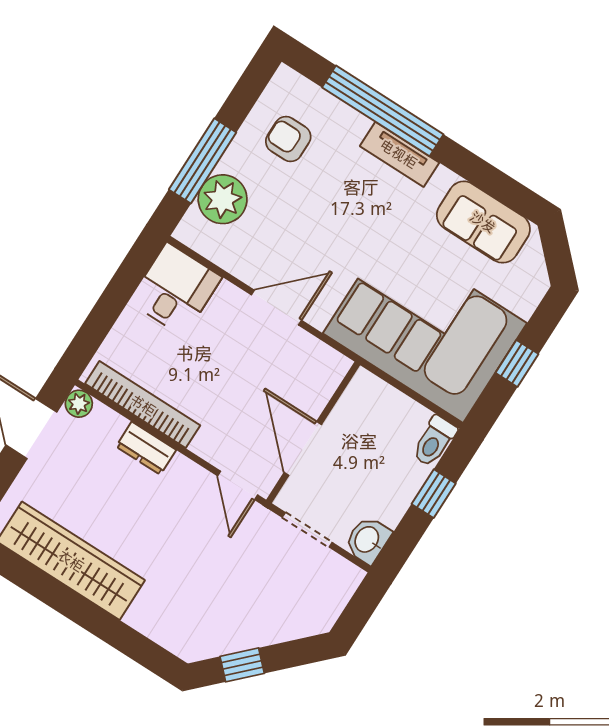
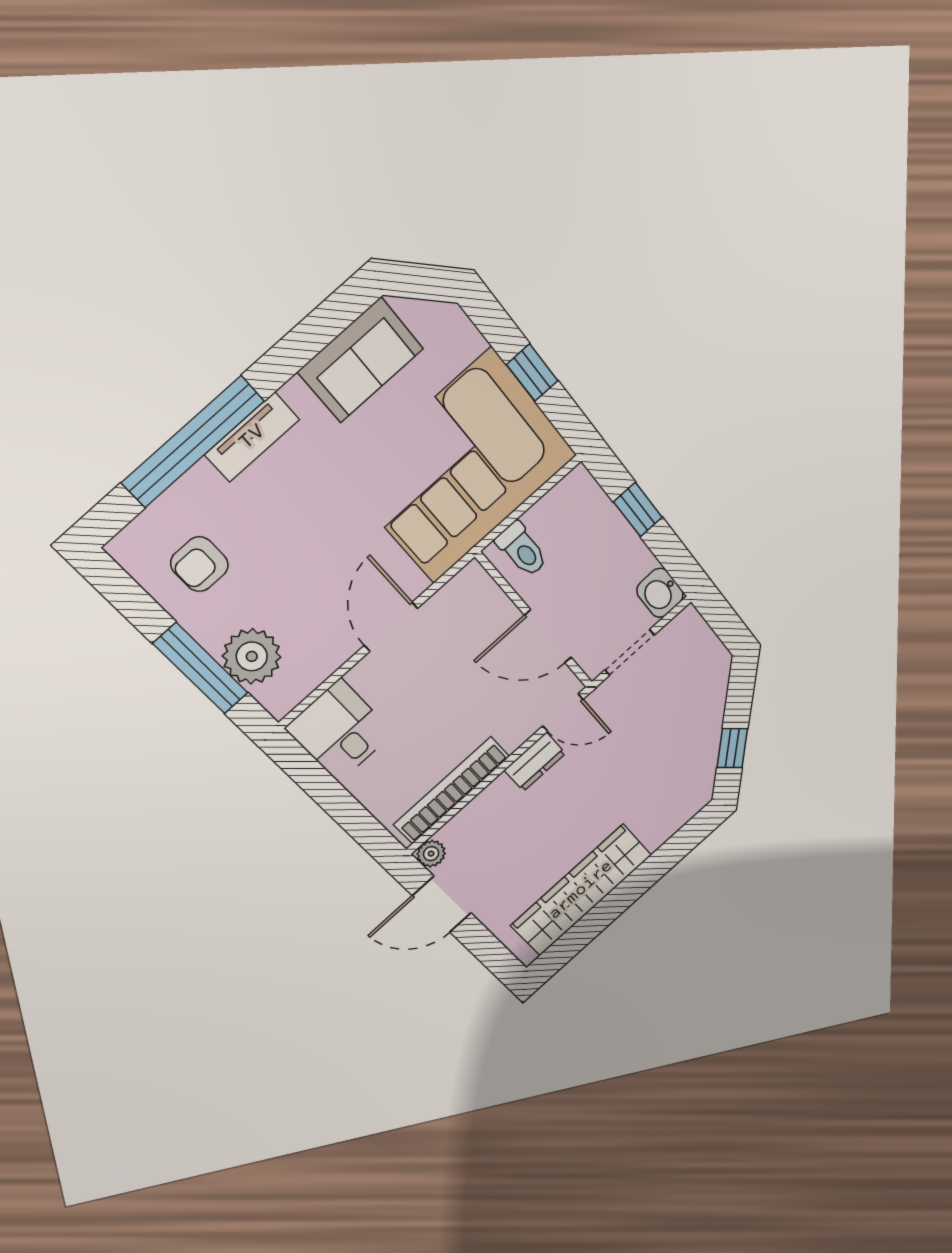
toilet: (434, 441) -> (522, 550), moved
dresser: (146, 448) -> (535, 762), moved

